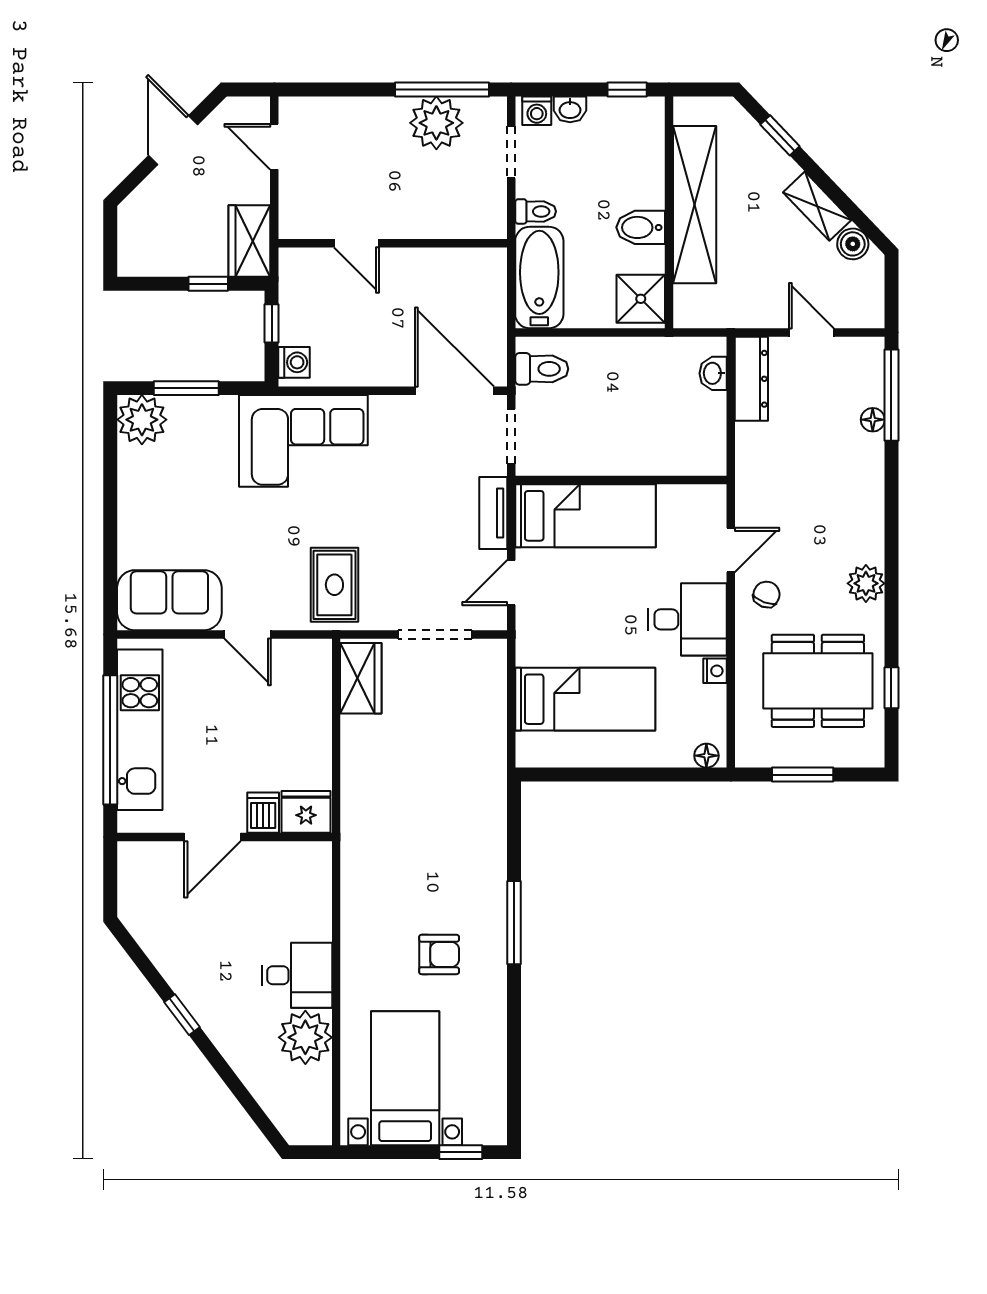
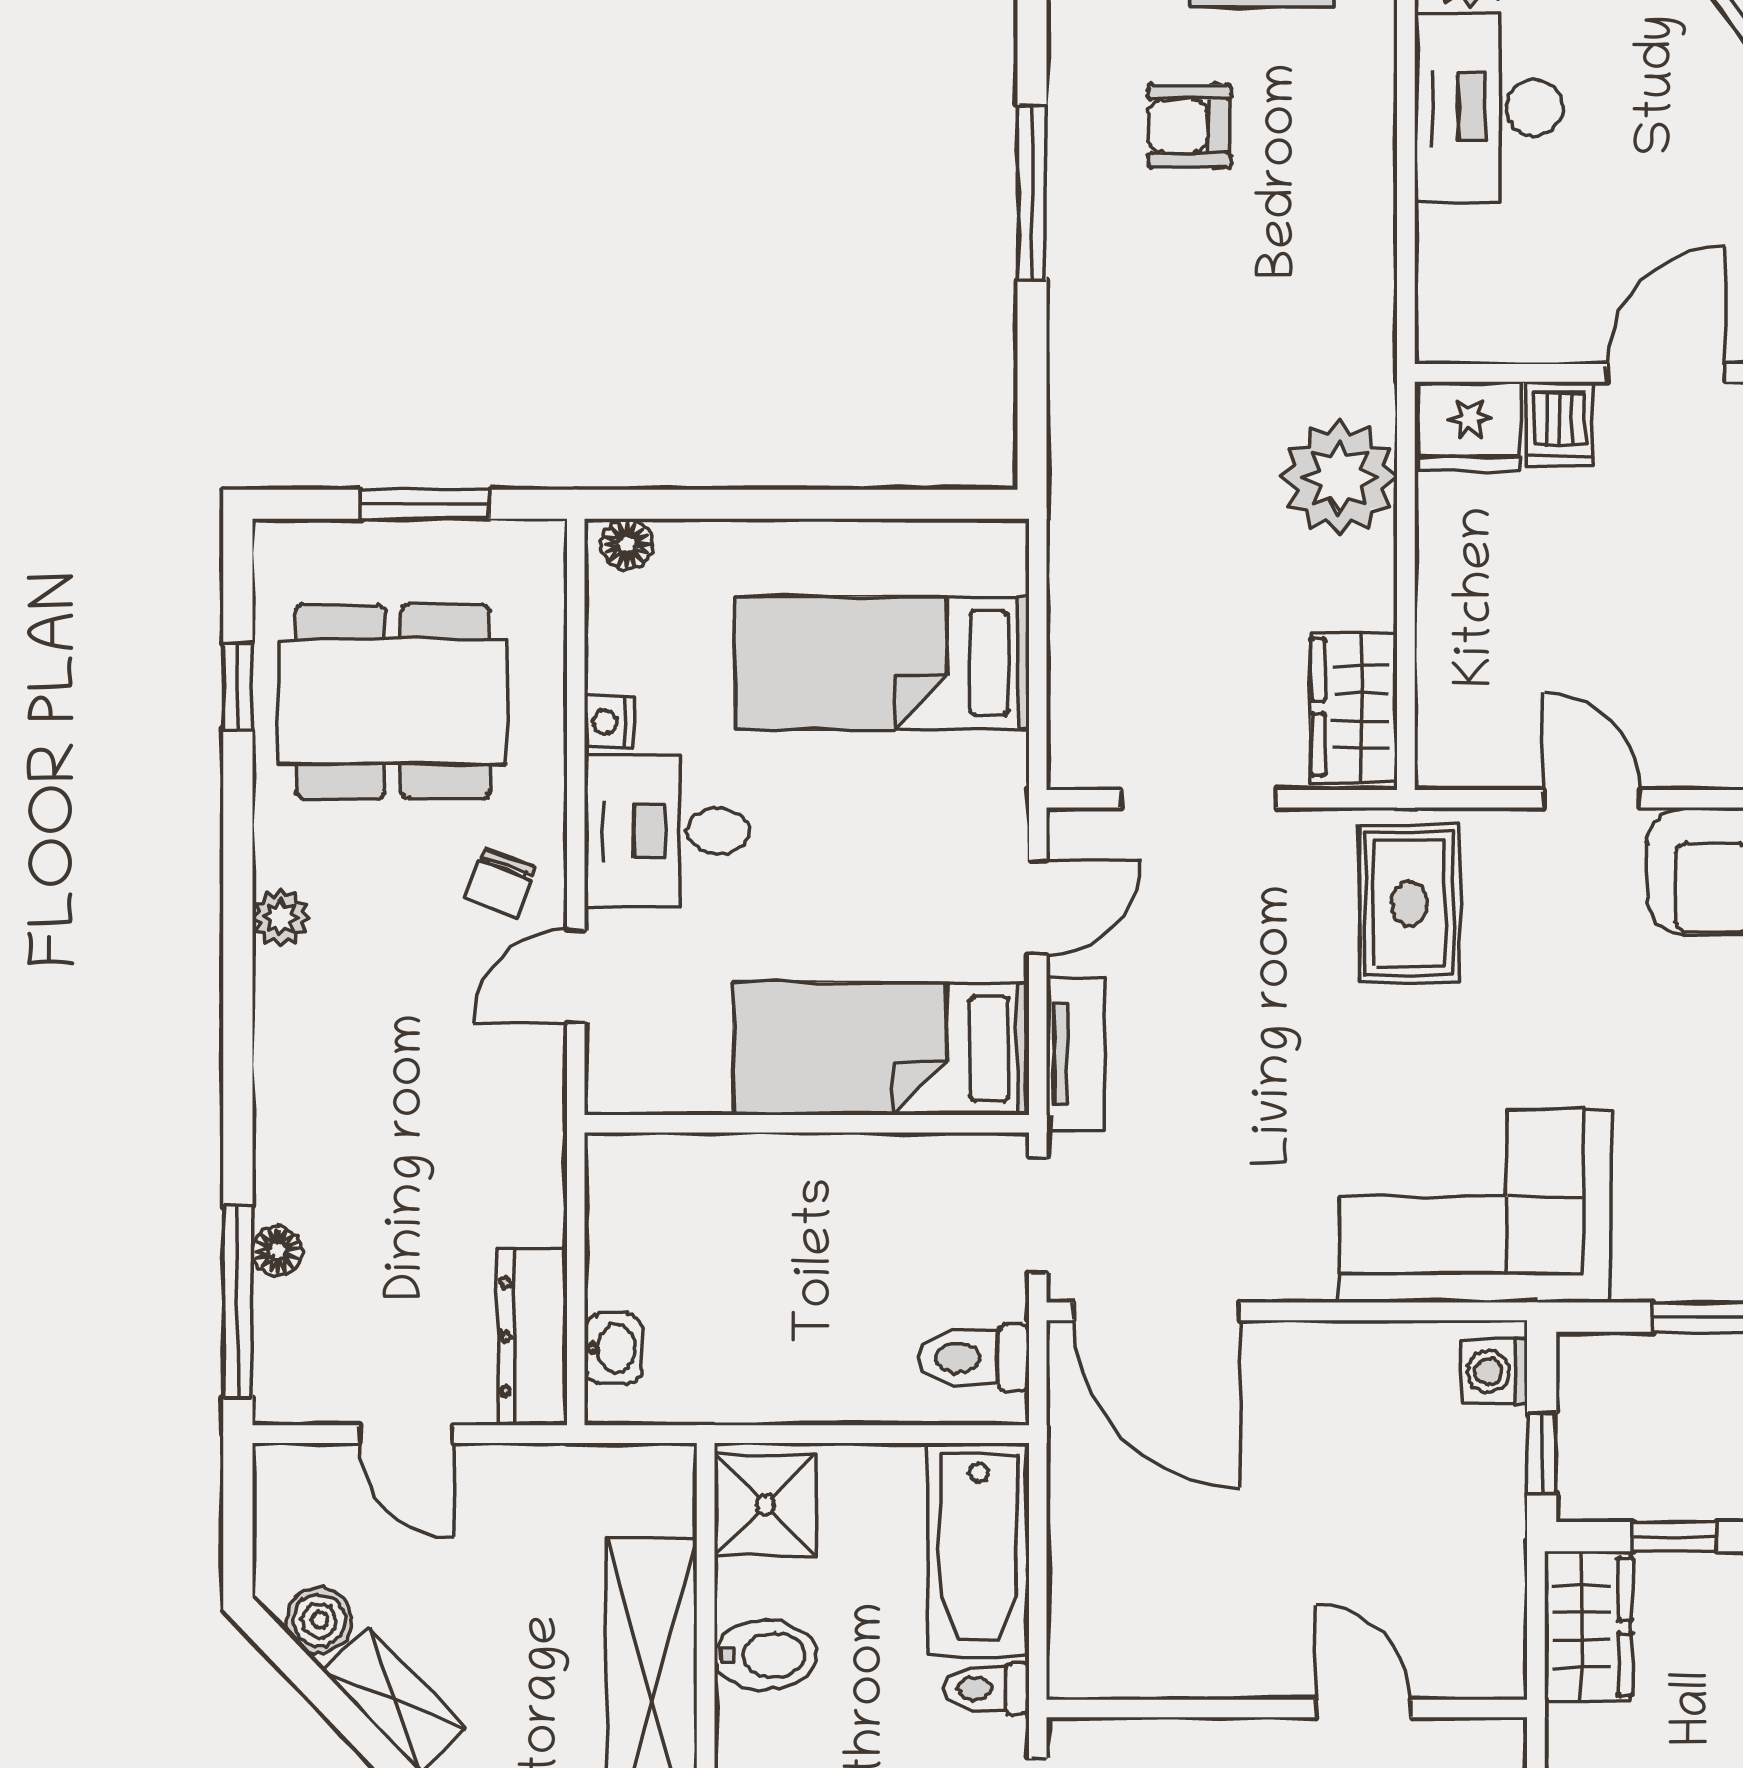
door: (356, 243) -> (1363, 1708), moved
wall: (393, 243) -> (1287, 1708), moved
plant: (866, 583) -> (281, 917), width x0.73, depth x0.73
plant: (368, 787) -> (1339, 478), added
desk: (297, 975) -> (1489, 108), width x1.37

